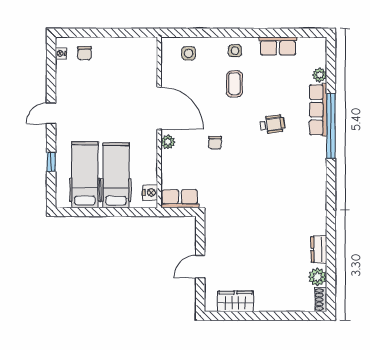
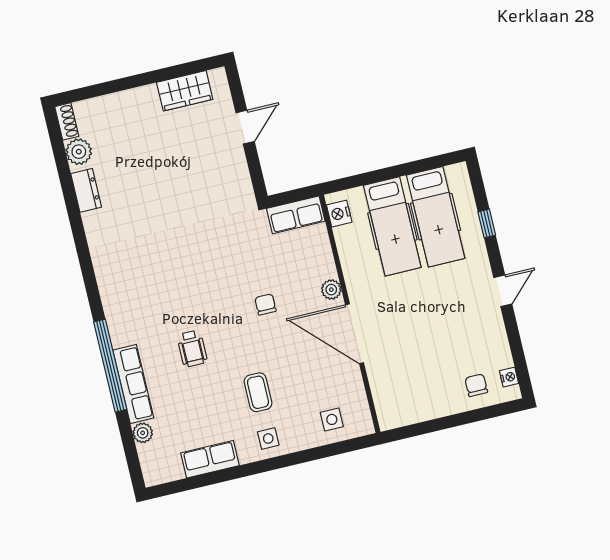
wheelchair: (272, 124) -> (192, 349), turned -82

